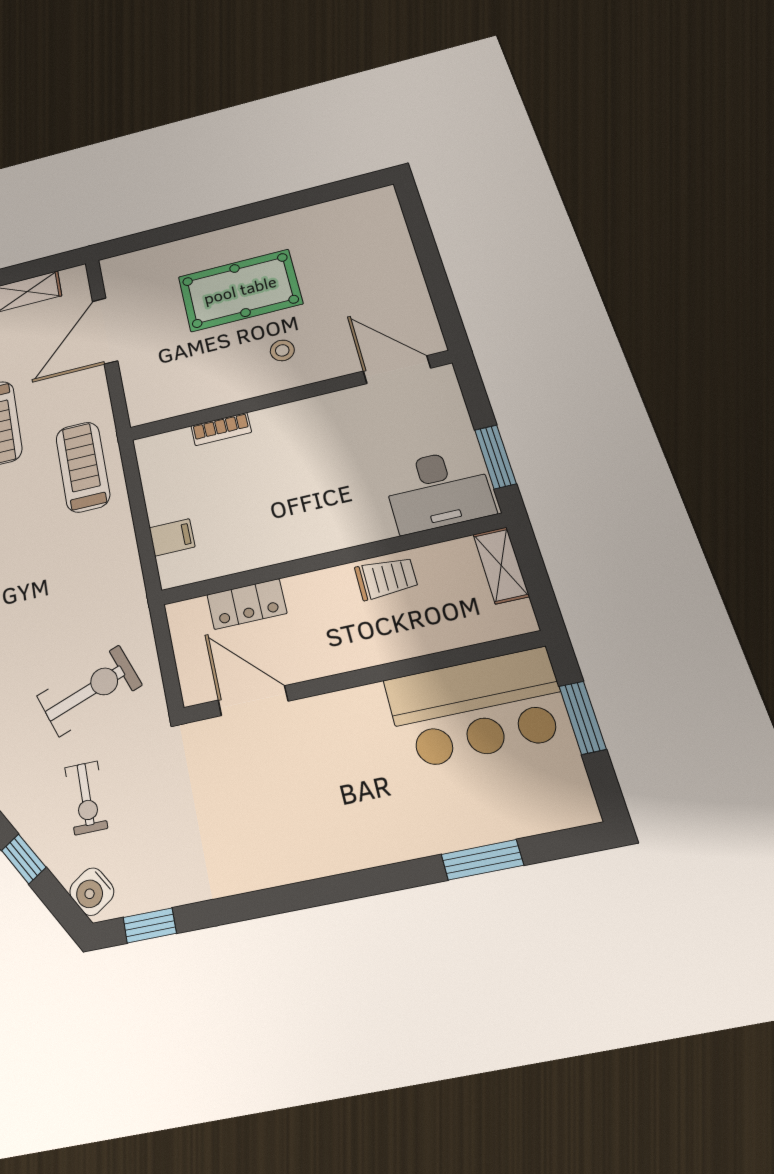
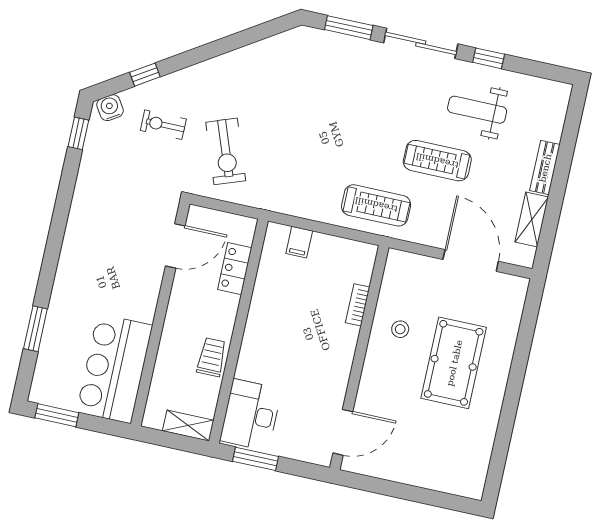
stool: (282, 350) -> (400, 329), moved
trolley: (386, 578) -> (212, 357), turned 180
window: (582, 718) -> (57, 415), moved

